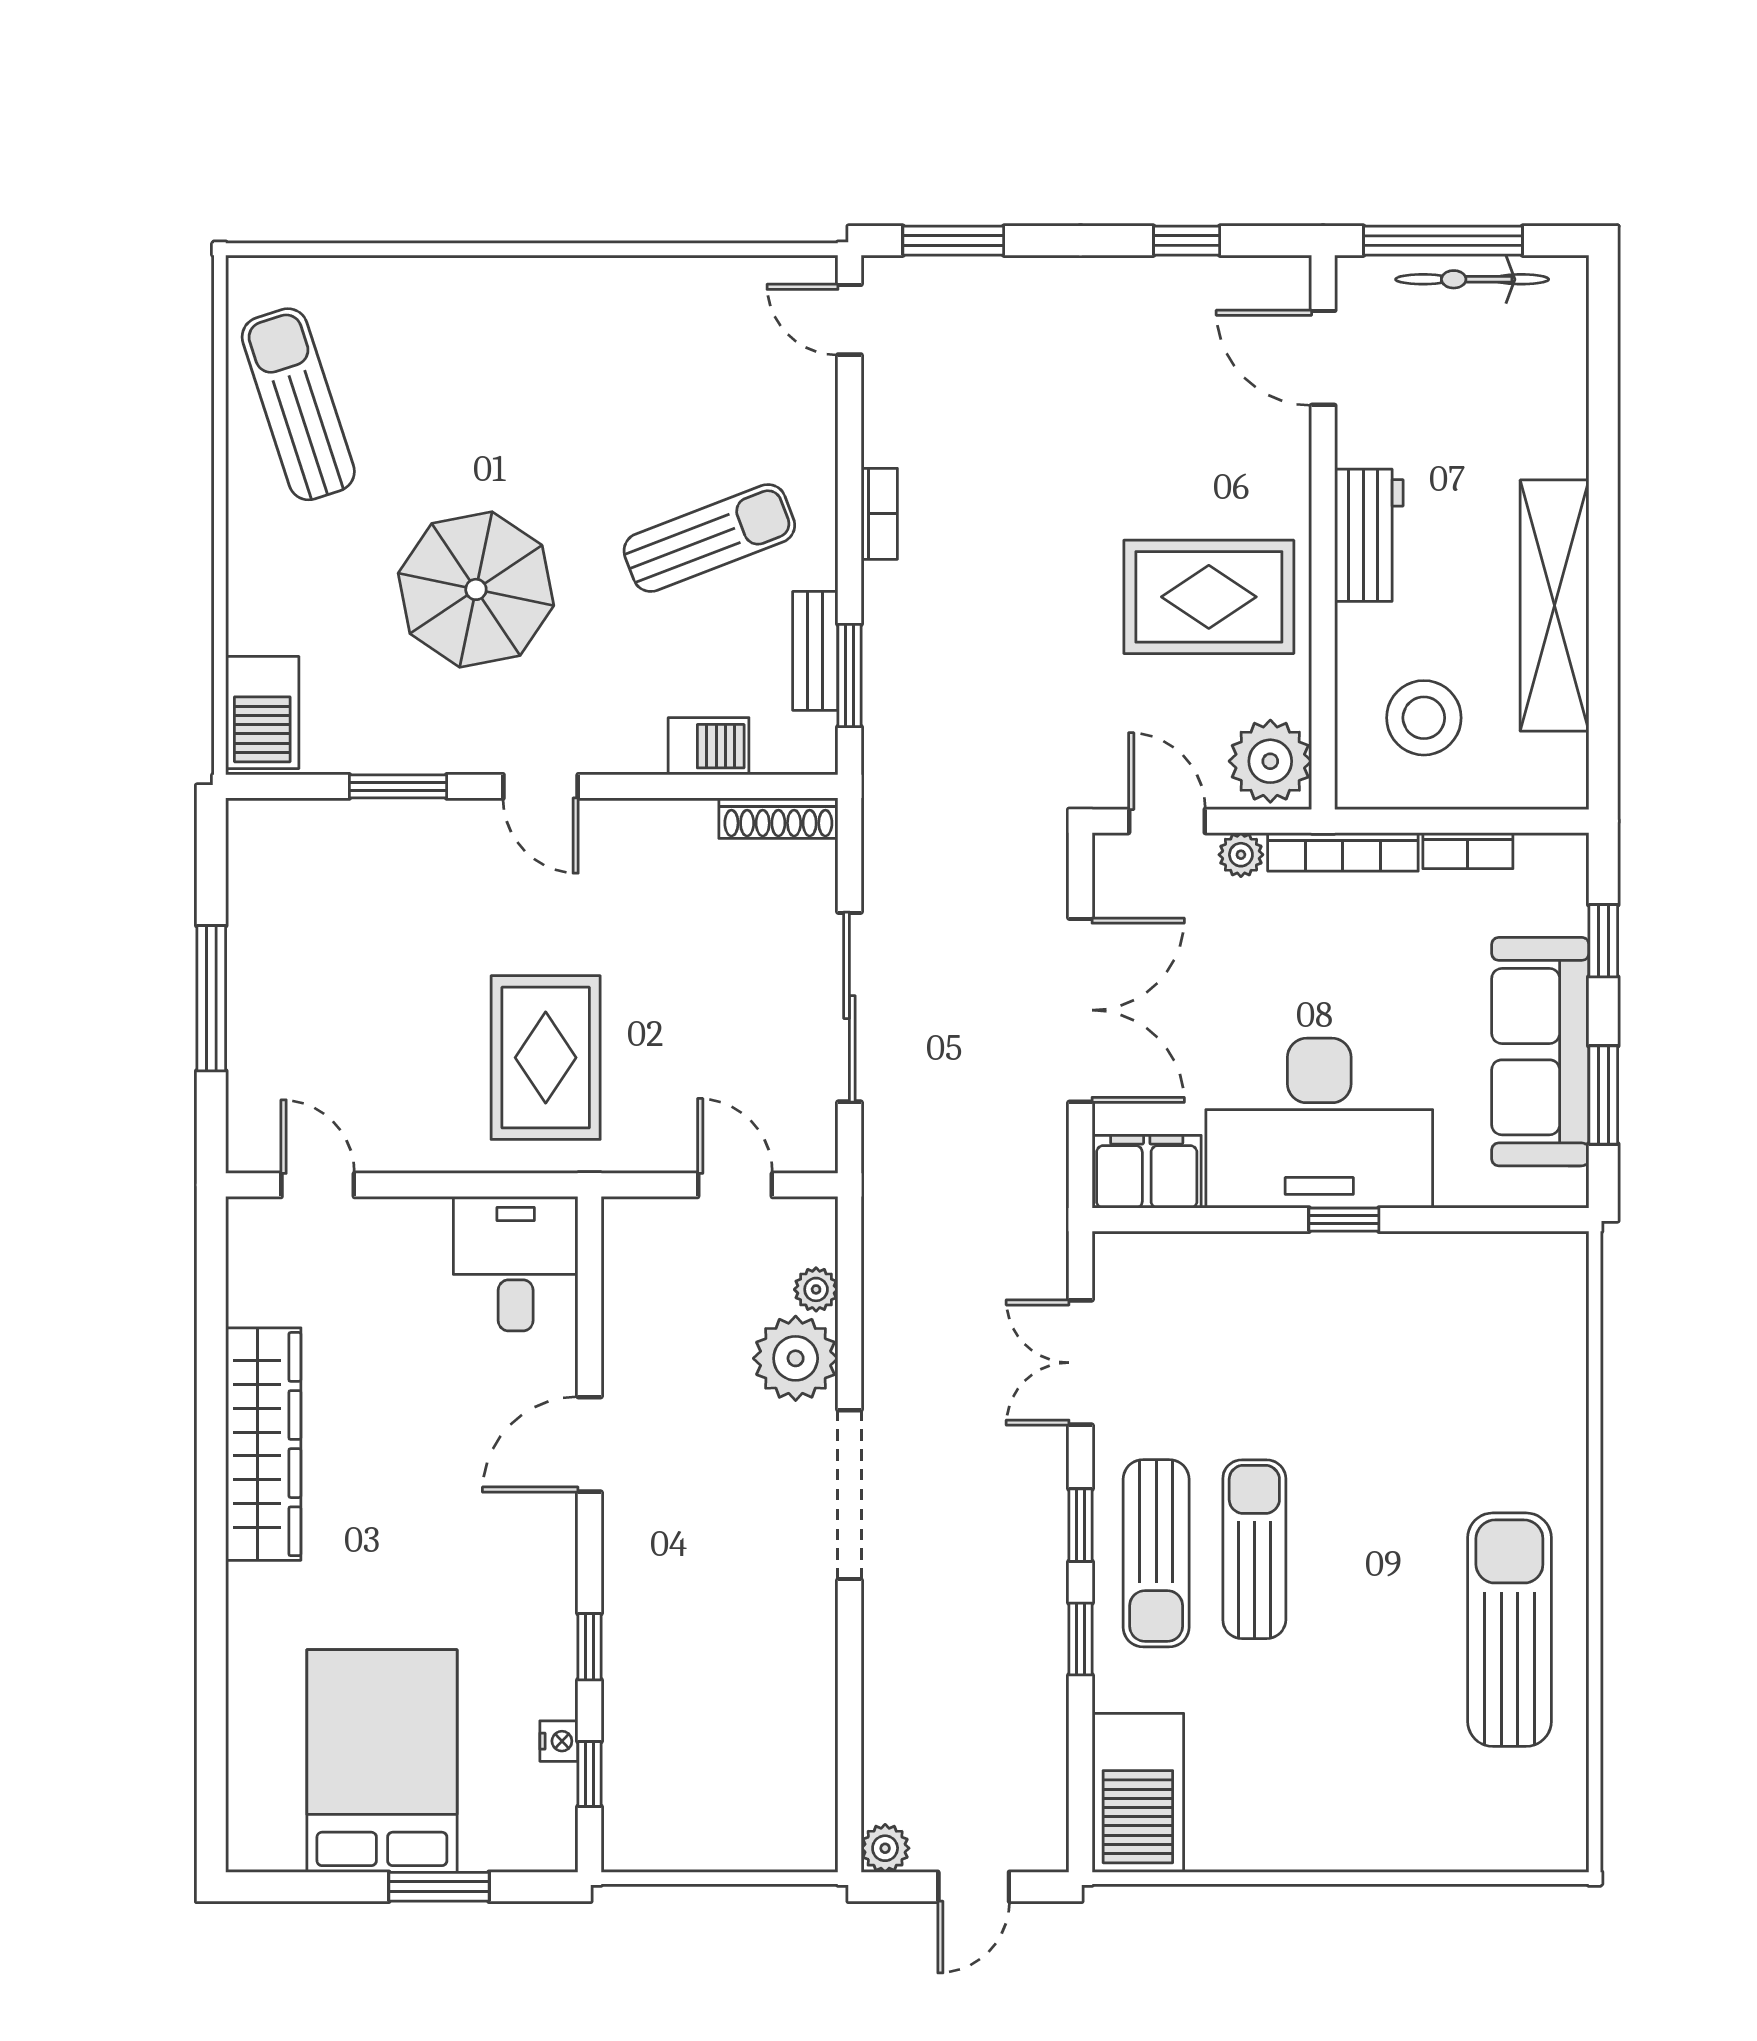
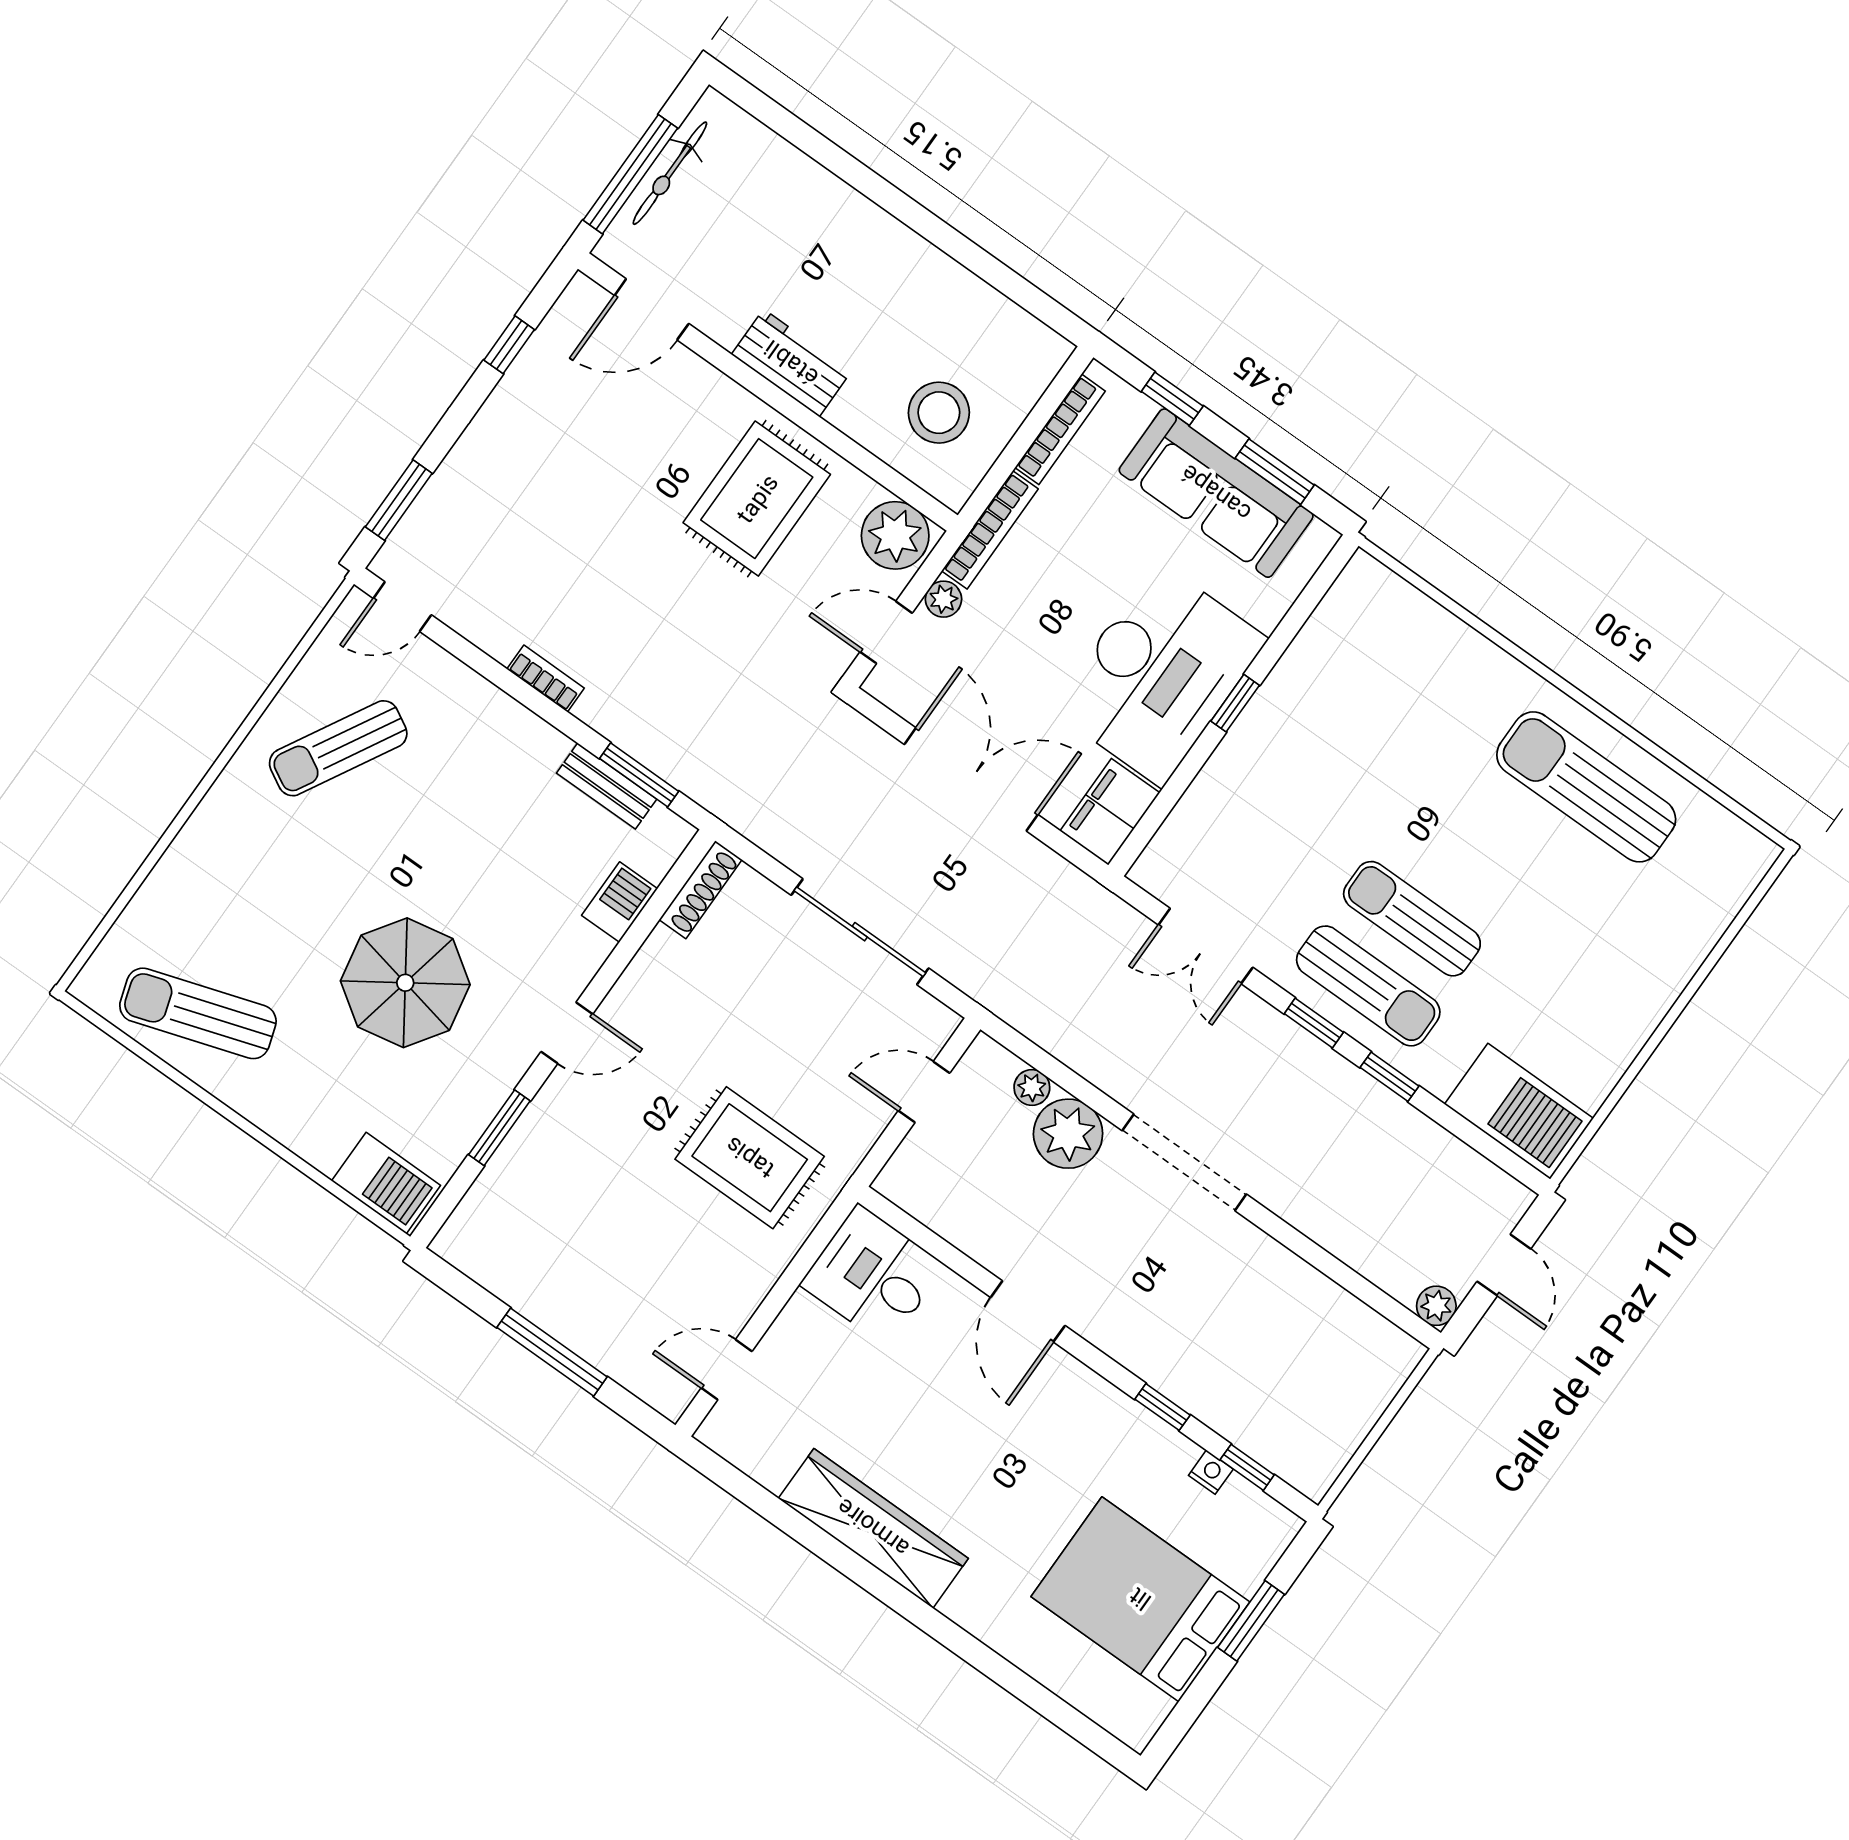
sun lounger: (709, 538) -> (338, 748), moved, turned -130
shelving: (1555, 606) -> (926, 273), removed
bookcase: (1468, 851) -> (1060, 429), width x1.56

